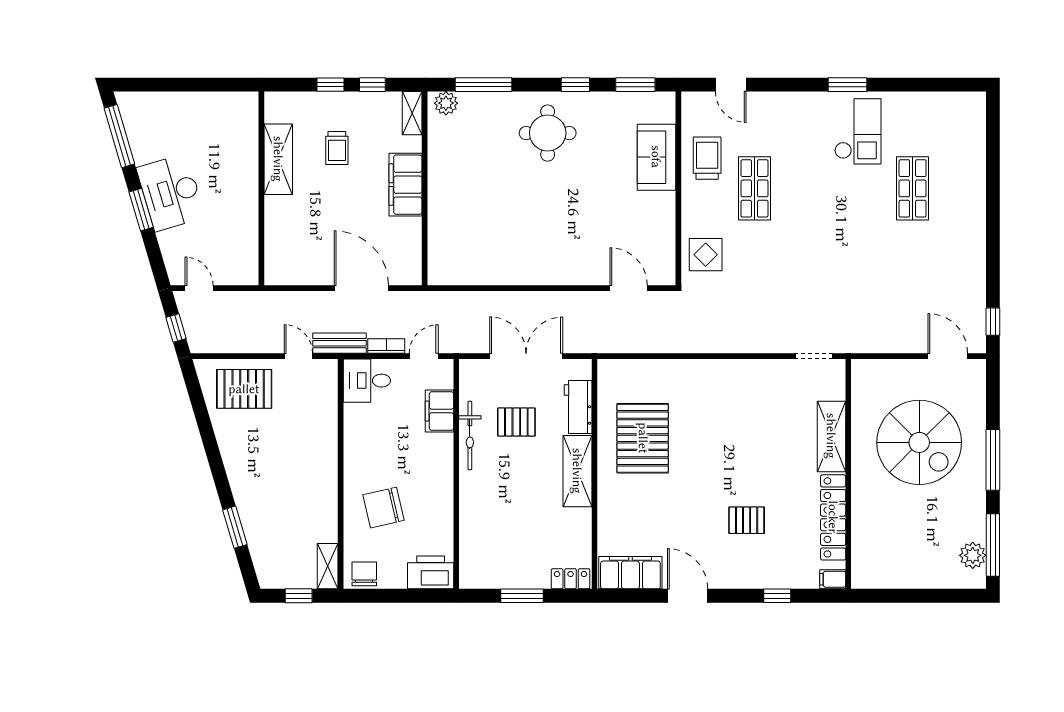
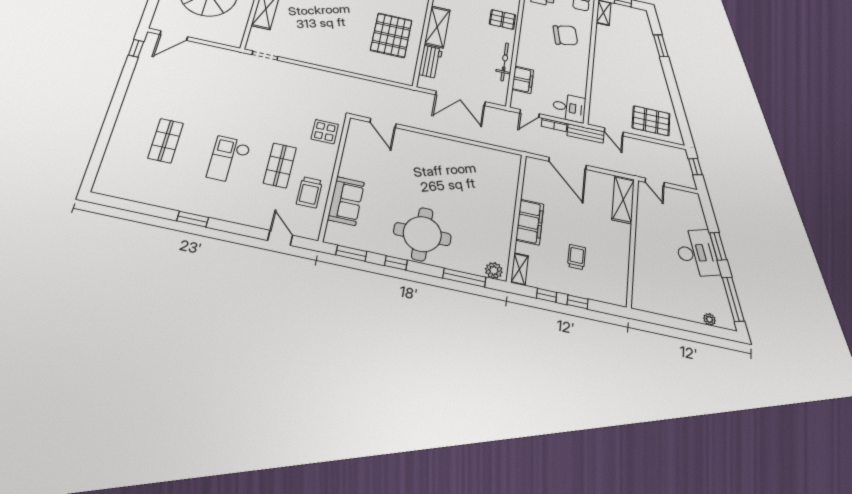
plant: (152, 100) -> (709, 319), added
checkout: (858, 131) -> (229, 160), moved
round table: (548, 133) -> (422, 234), width x1.36, depth x1.36
shelving: (278, 159) -> (623, 199), moved
door: (199, 288) -> (655, 182), moved
door: (948, 356) -> (174, 36), hinge flipped
pallet: (516, 422) -> (502, 19), moved

